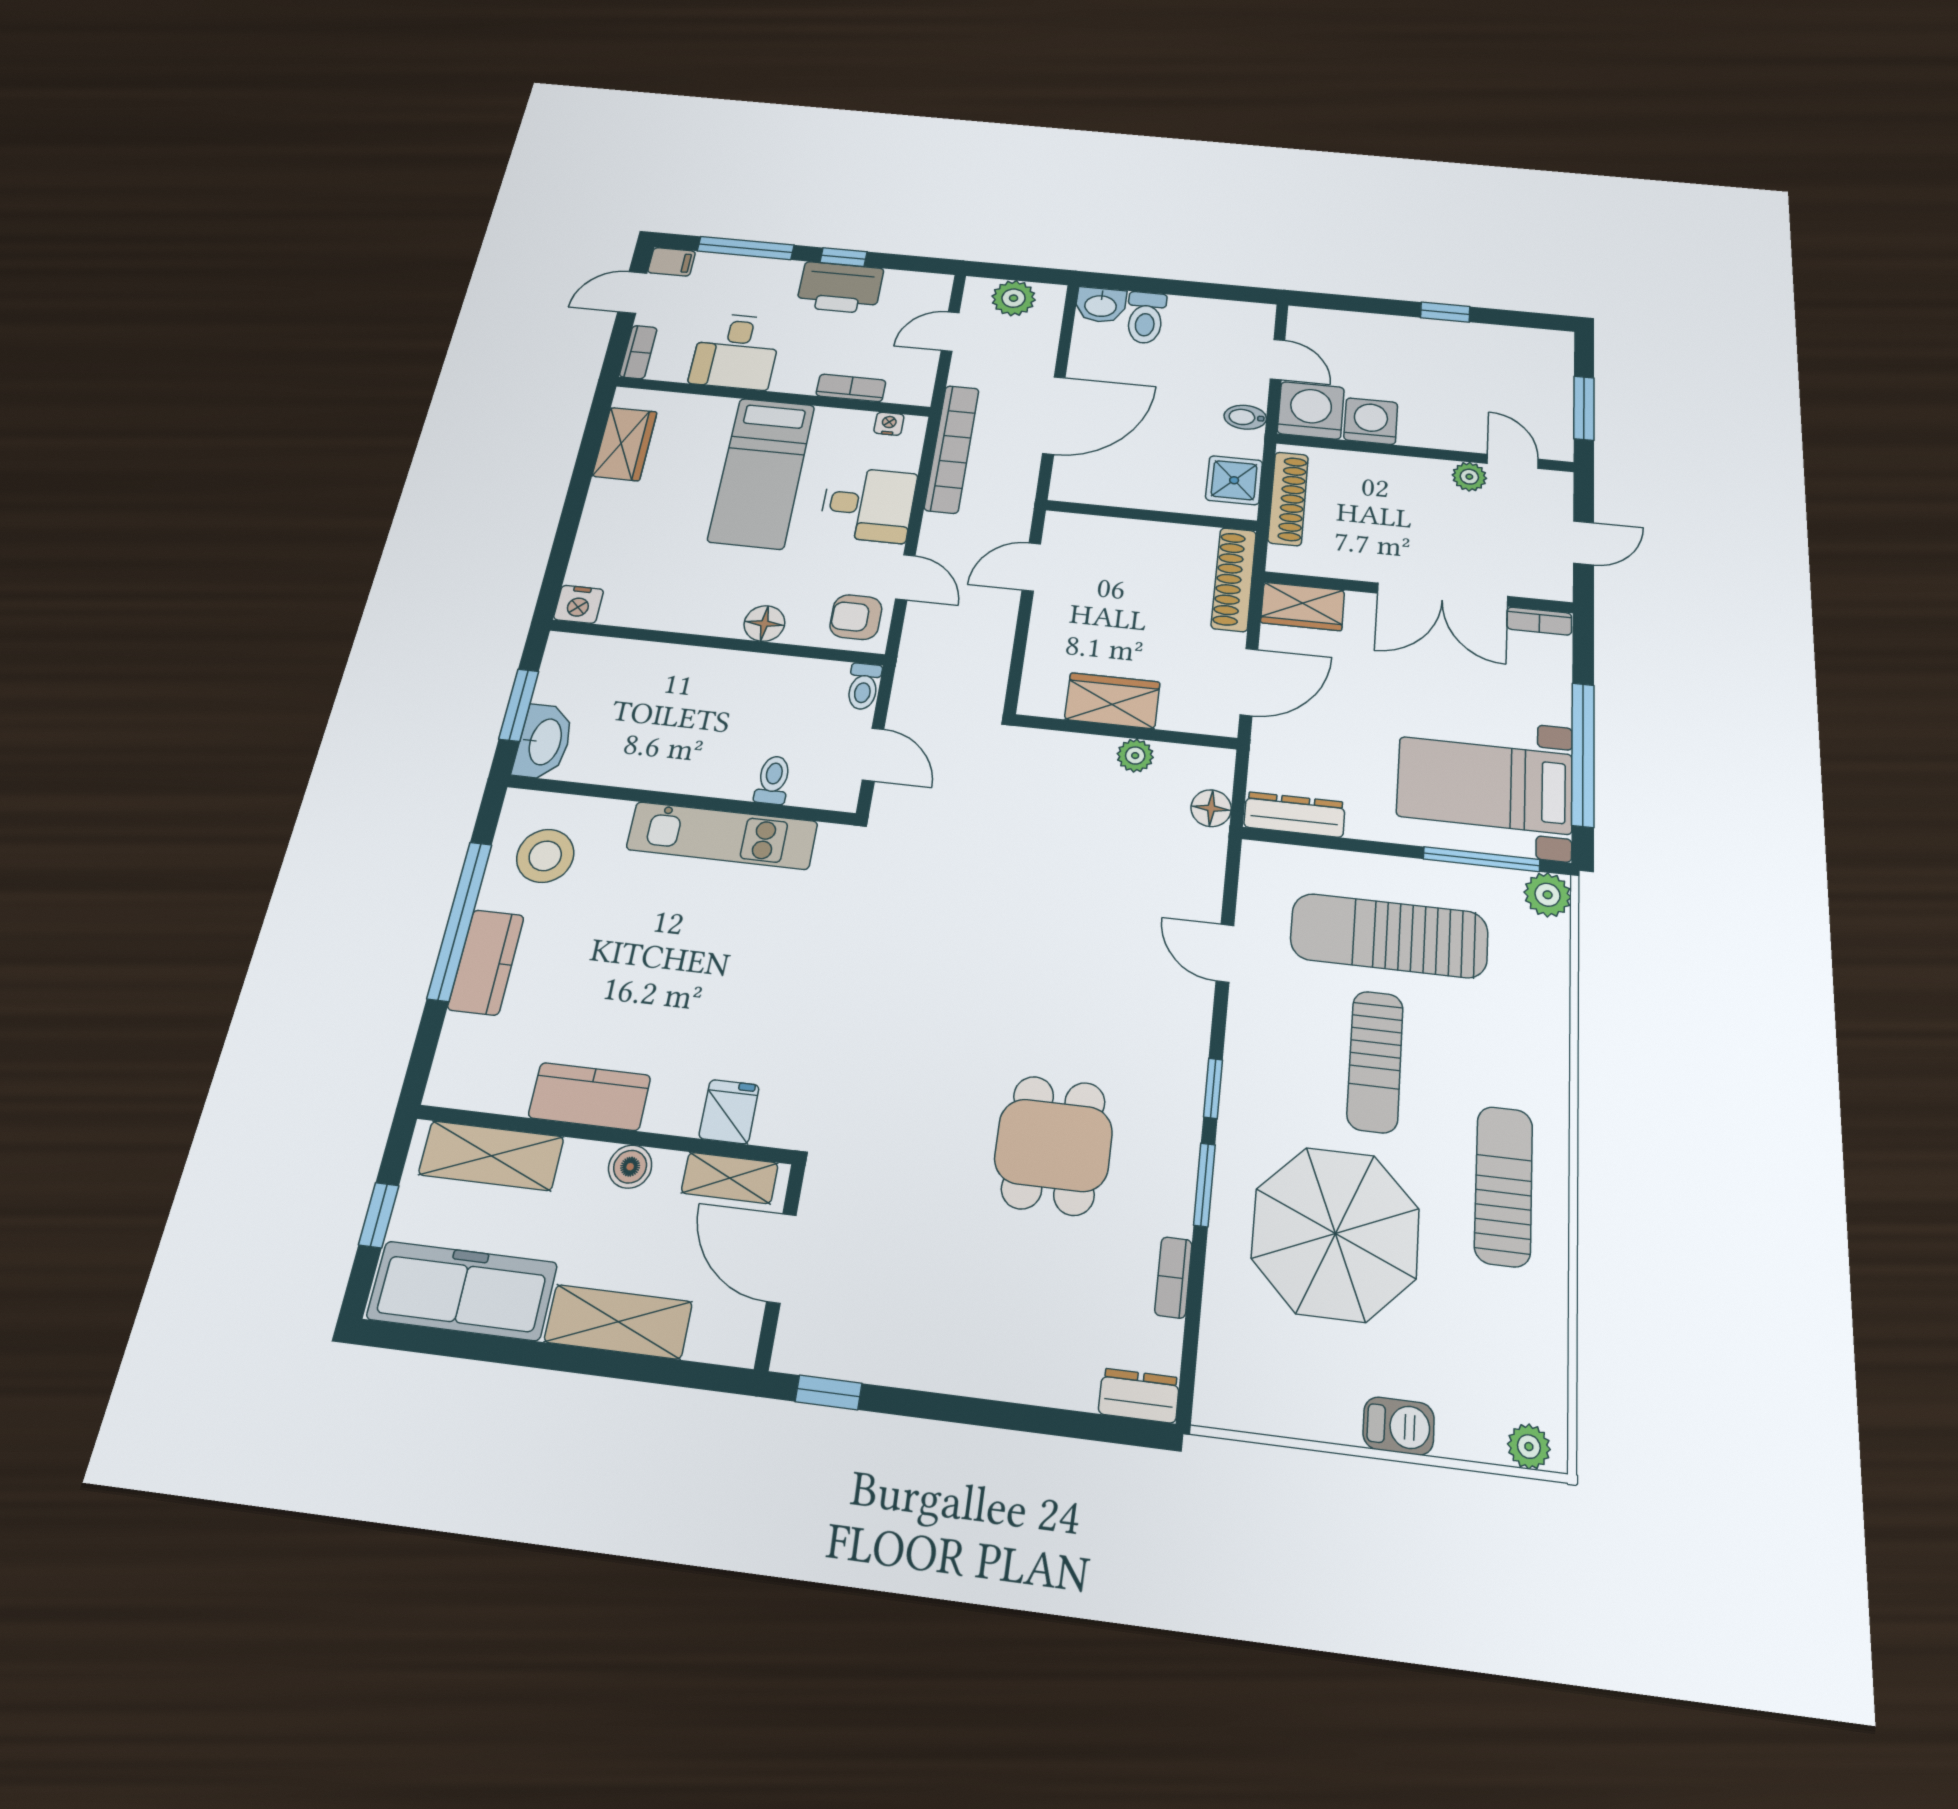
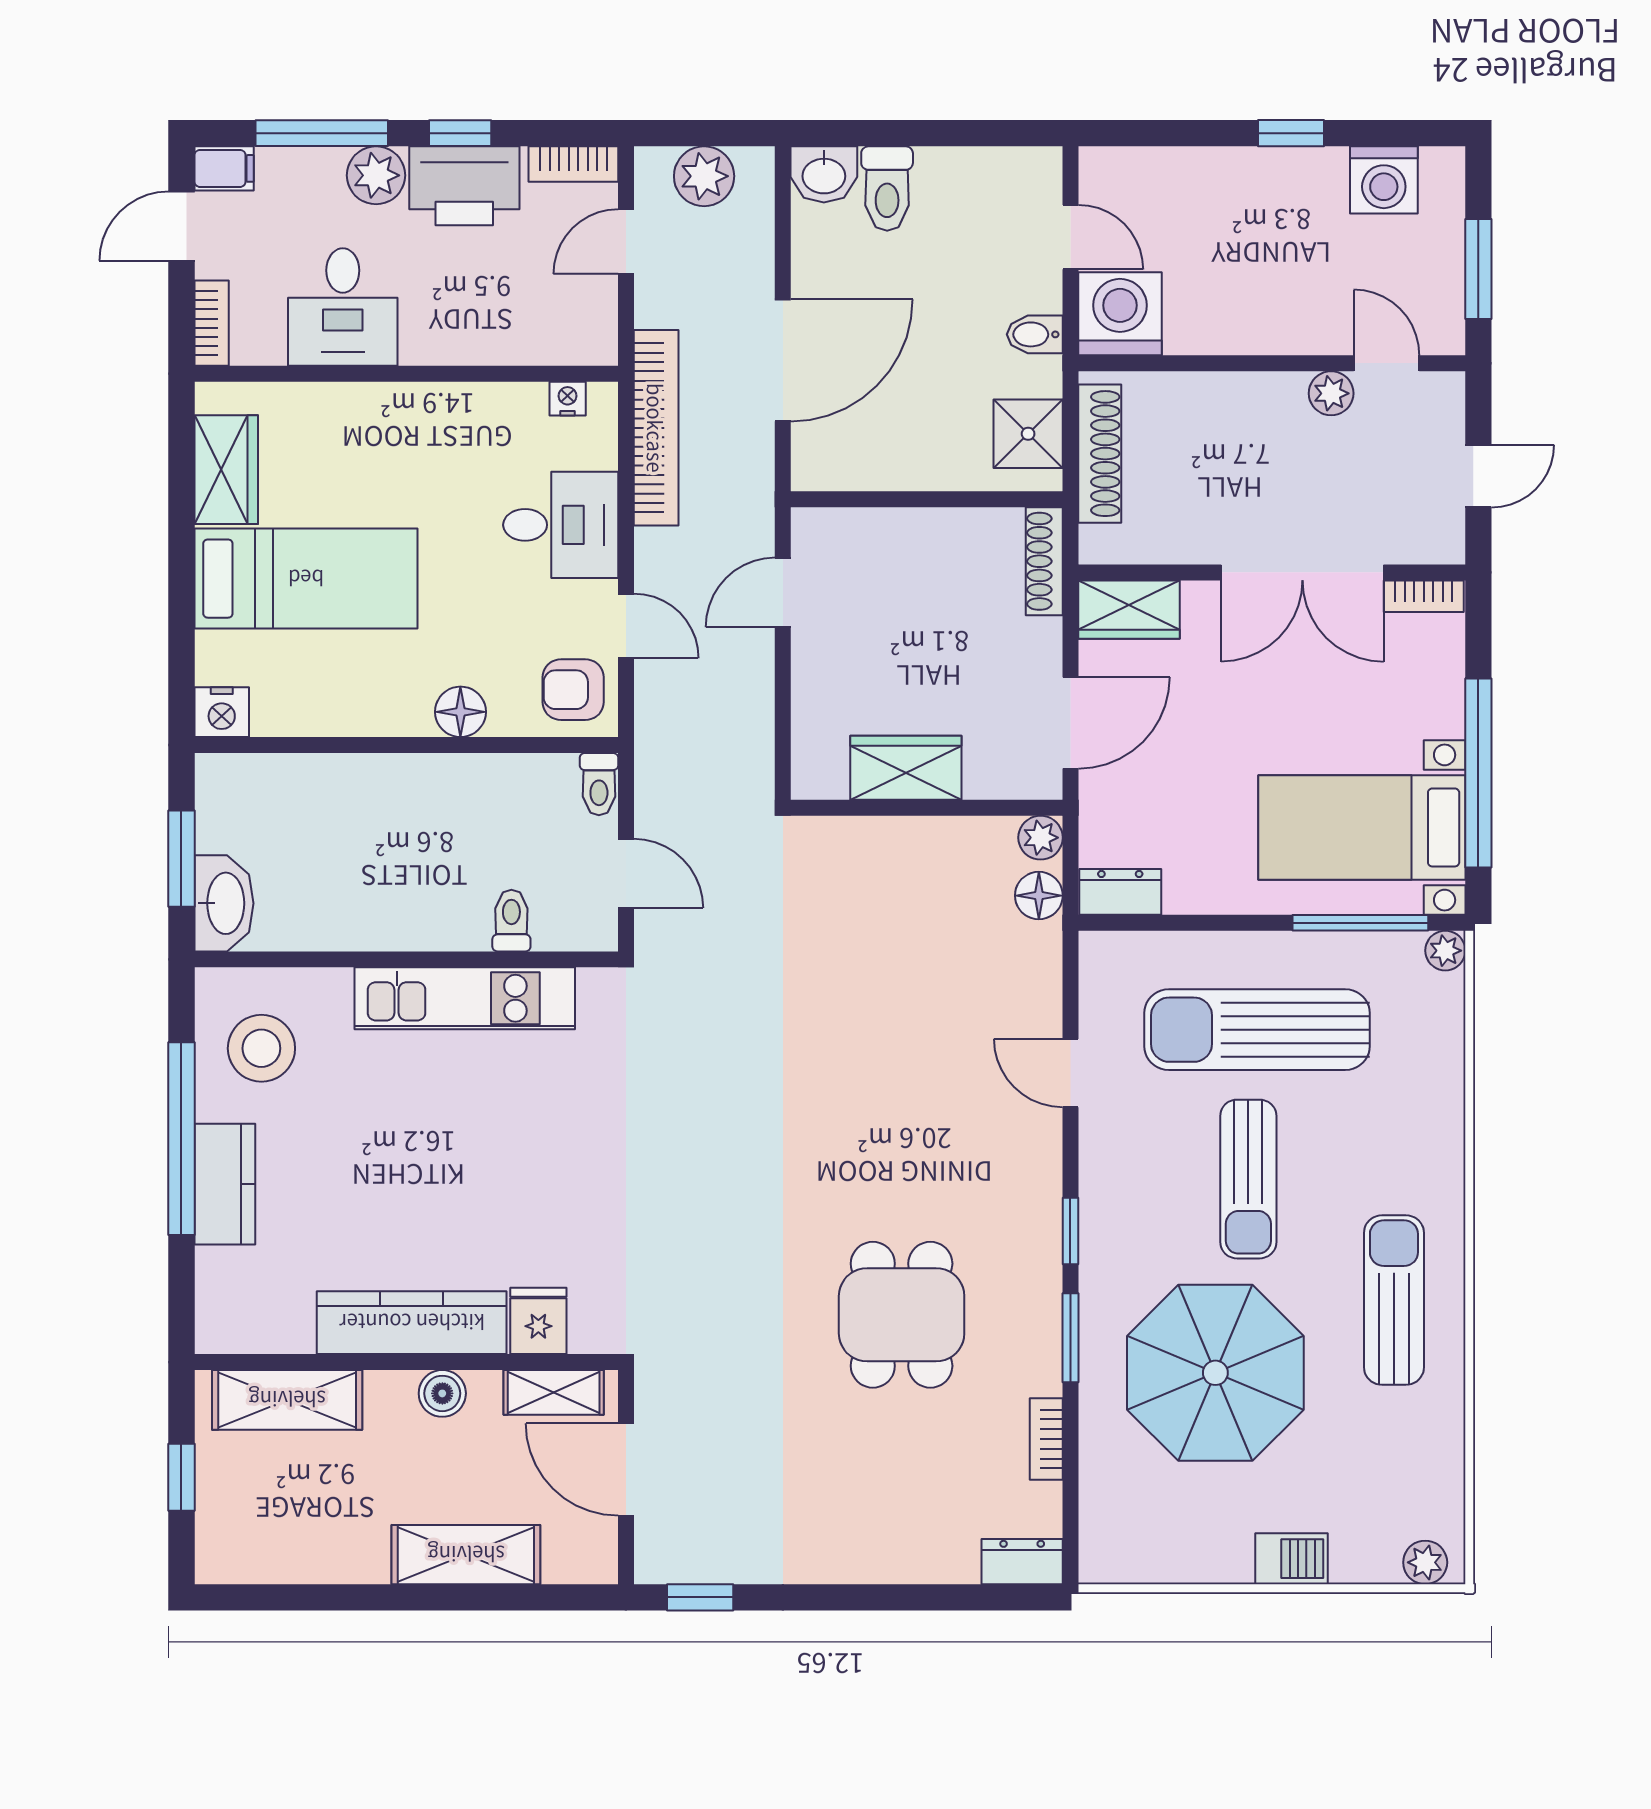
plant: (778, 276) -> (376, 175), added
bookcase: (851, 388) -> (573, 164), moved, turned 180
washing machine: (1371, 421) -> (1384, 180), moved, turned 180
bed: (762, 473) -> (306, 579), moved, turned -90
shoe rack: (1234, 579) -> (1044, 561), width x0.74, depth x0.81
plant: (1135, 756) -> (1041, 838), moved
dresser: (1295, 815) -> (1120, 892), width x0.70
plant: (1548, 895) -> (1445, 951), width x0.73, depth x0.73
kitchen counter: (590, 1096) -> (412, 1323), width x1.50
freezer: (462, 1291) -> (293, 1544), removed

